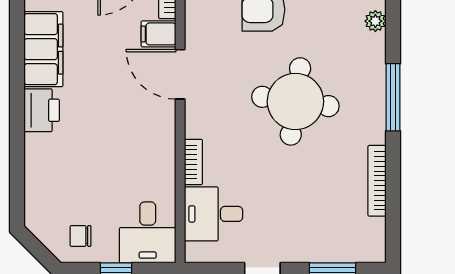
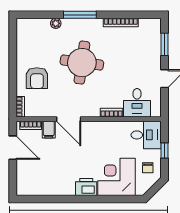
plant: (375, 21) -> (56, 23), moved
filing cabinet: (43, 49) -> (56, 186), removed
door: (180, 74) -> (69, 119), hinge flipped
corner desk: (62, 172) -> (117, 177), added

